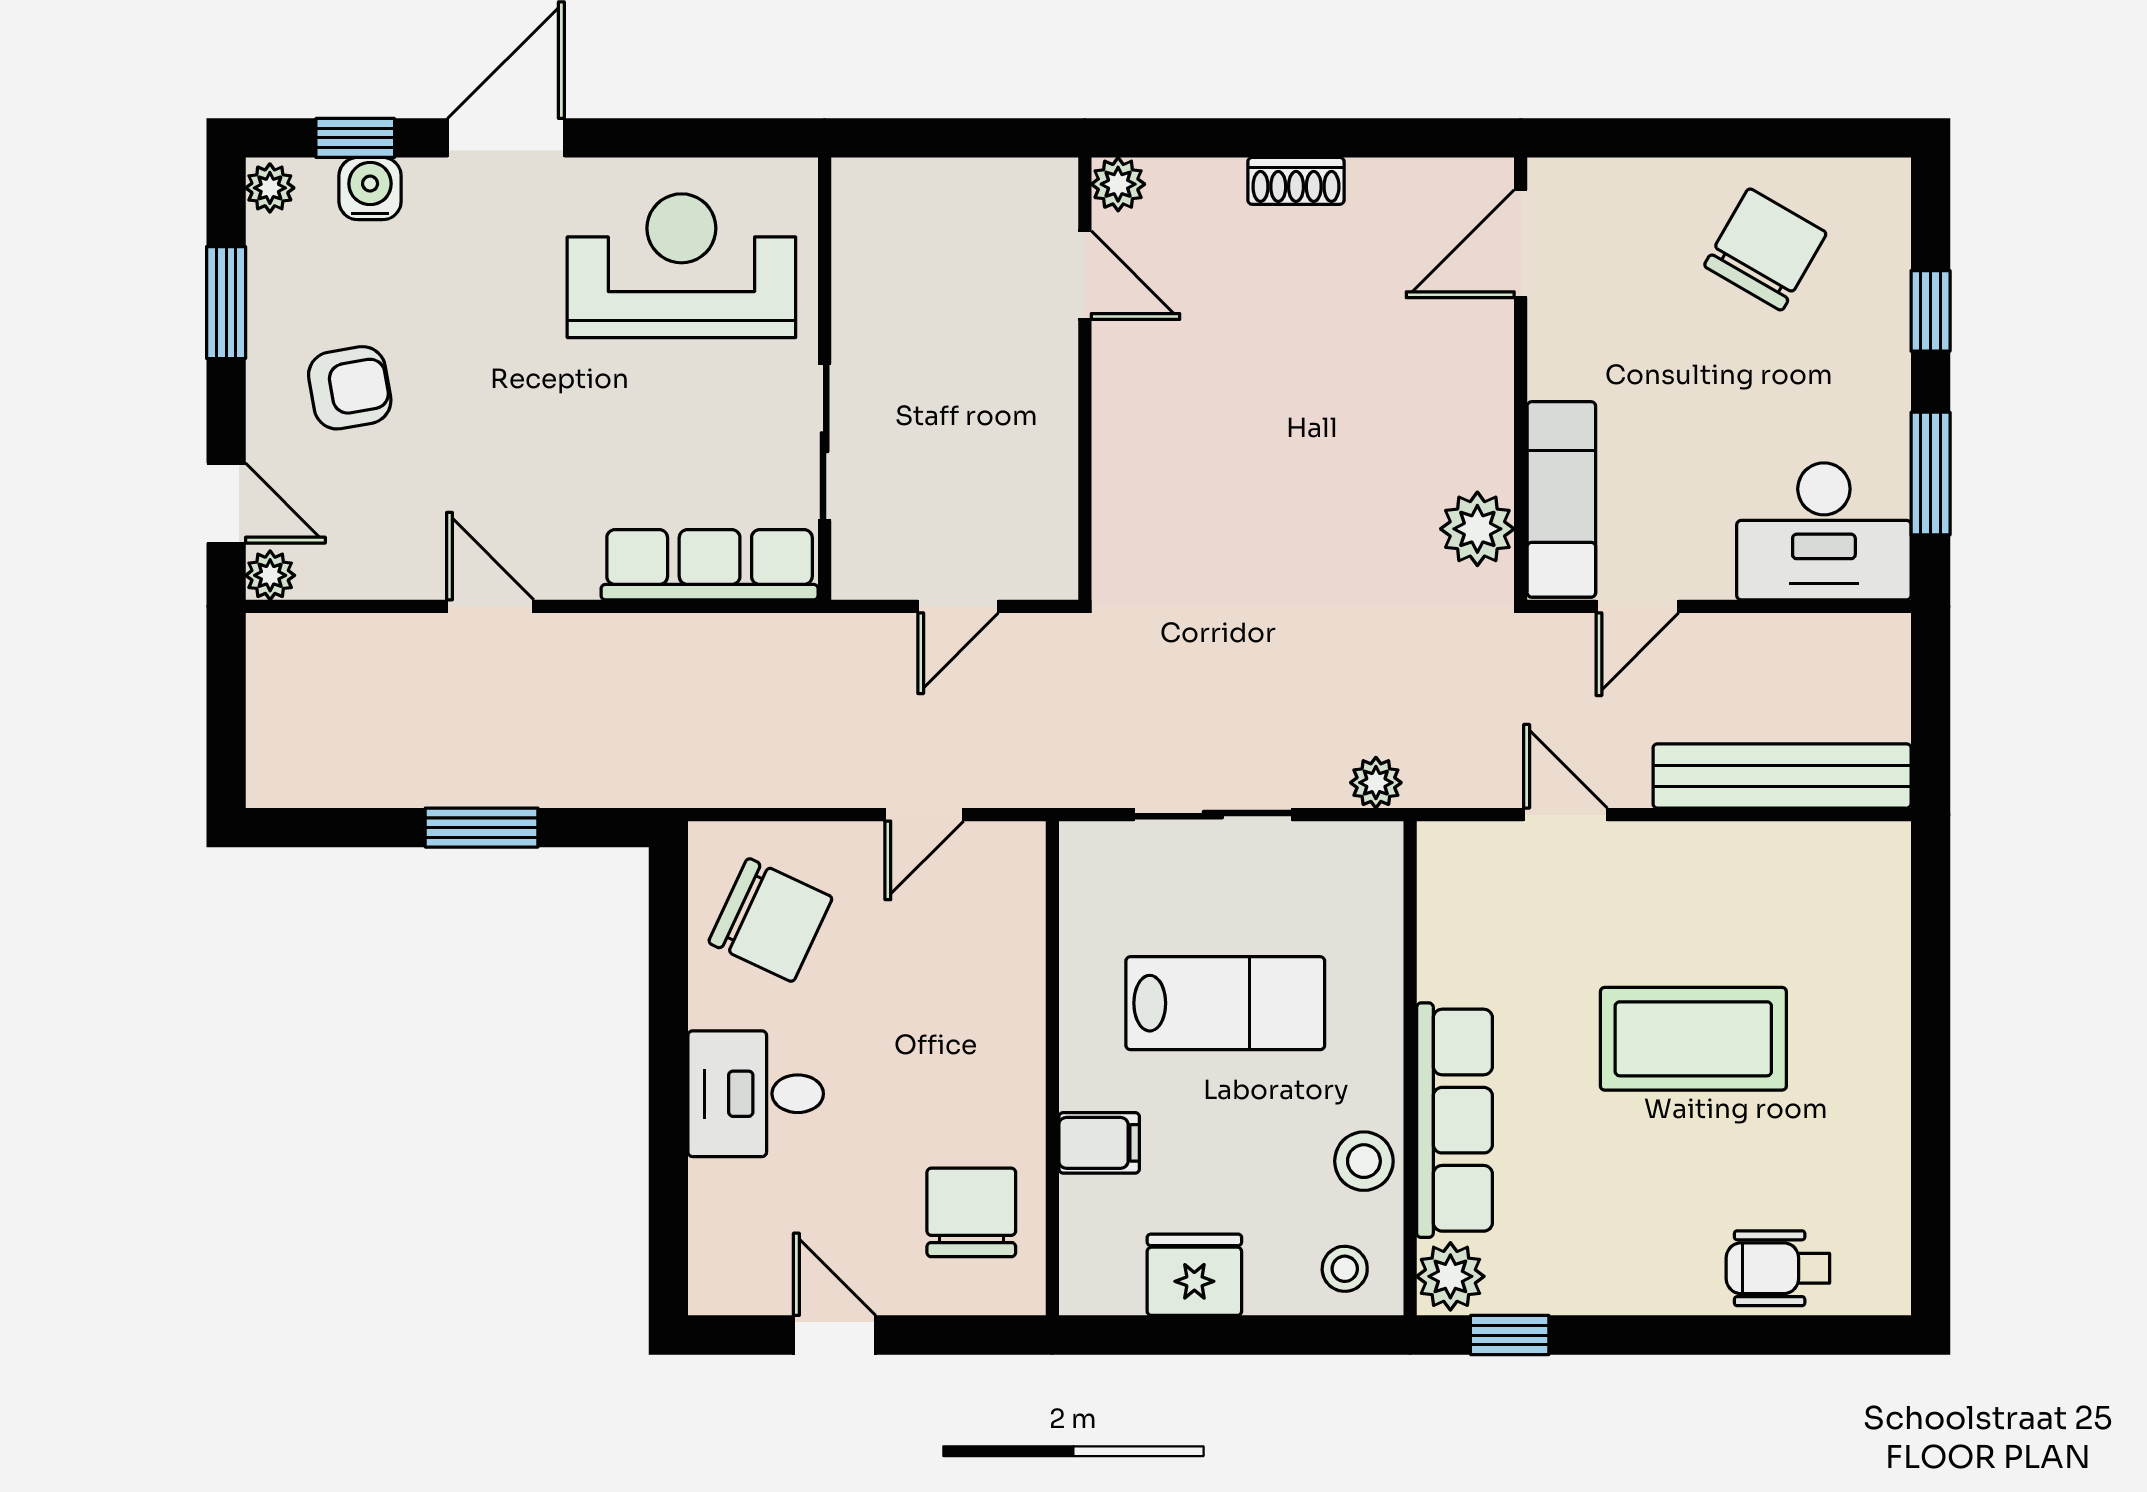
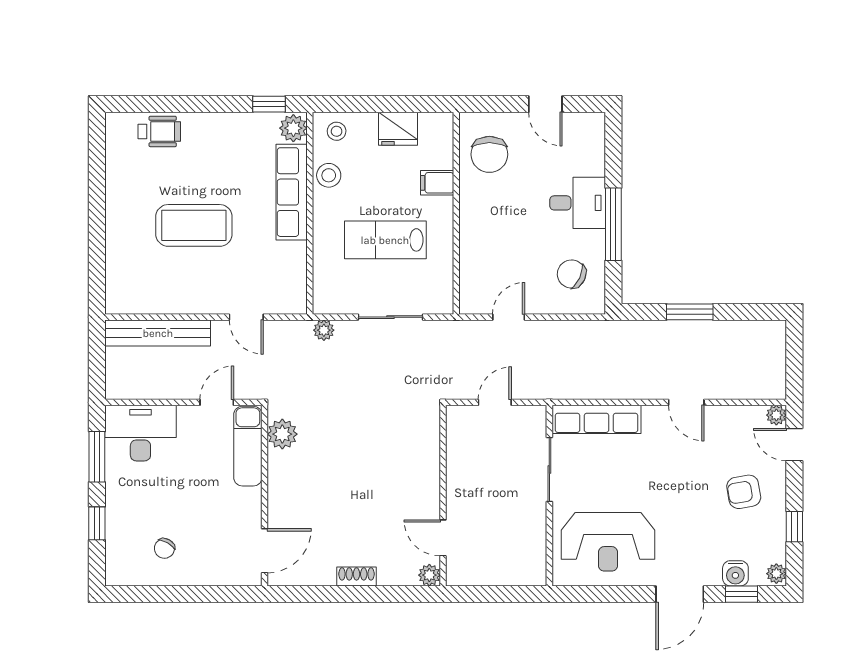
chair: (1765, 249) -> (164, 548), width x0.54, depth x0.54
window: (226, 303) -> (794, 527), width x0.67
chair: (770, 920) -> (572, 274), width x0.73, depth x0.73
window: (668, 1042) -> (613, 224), added

